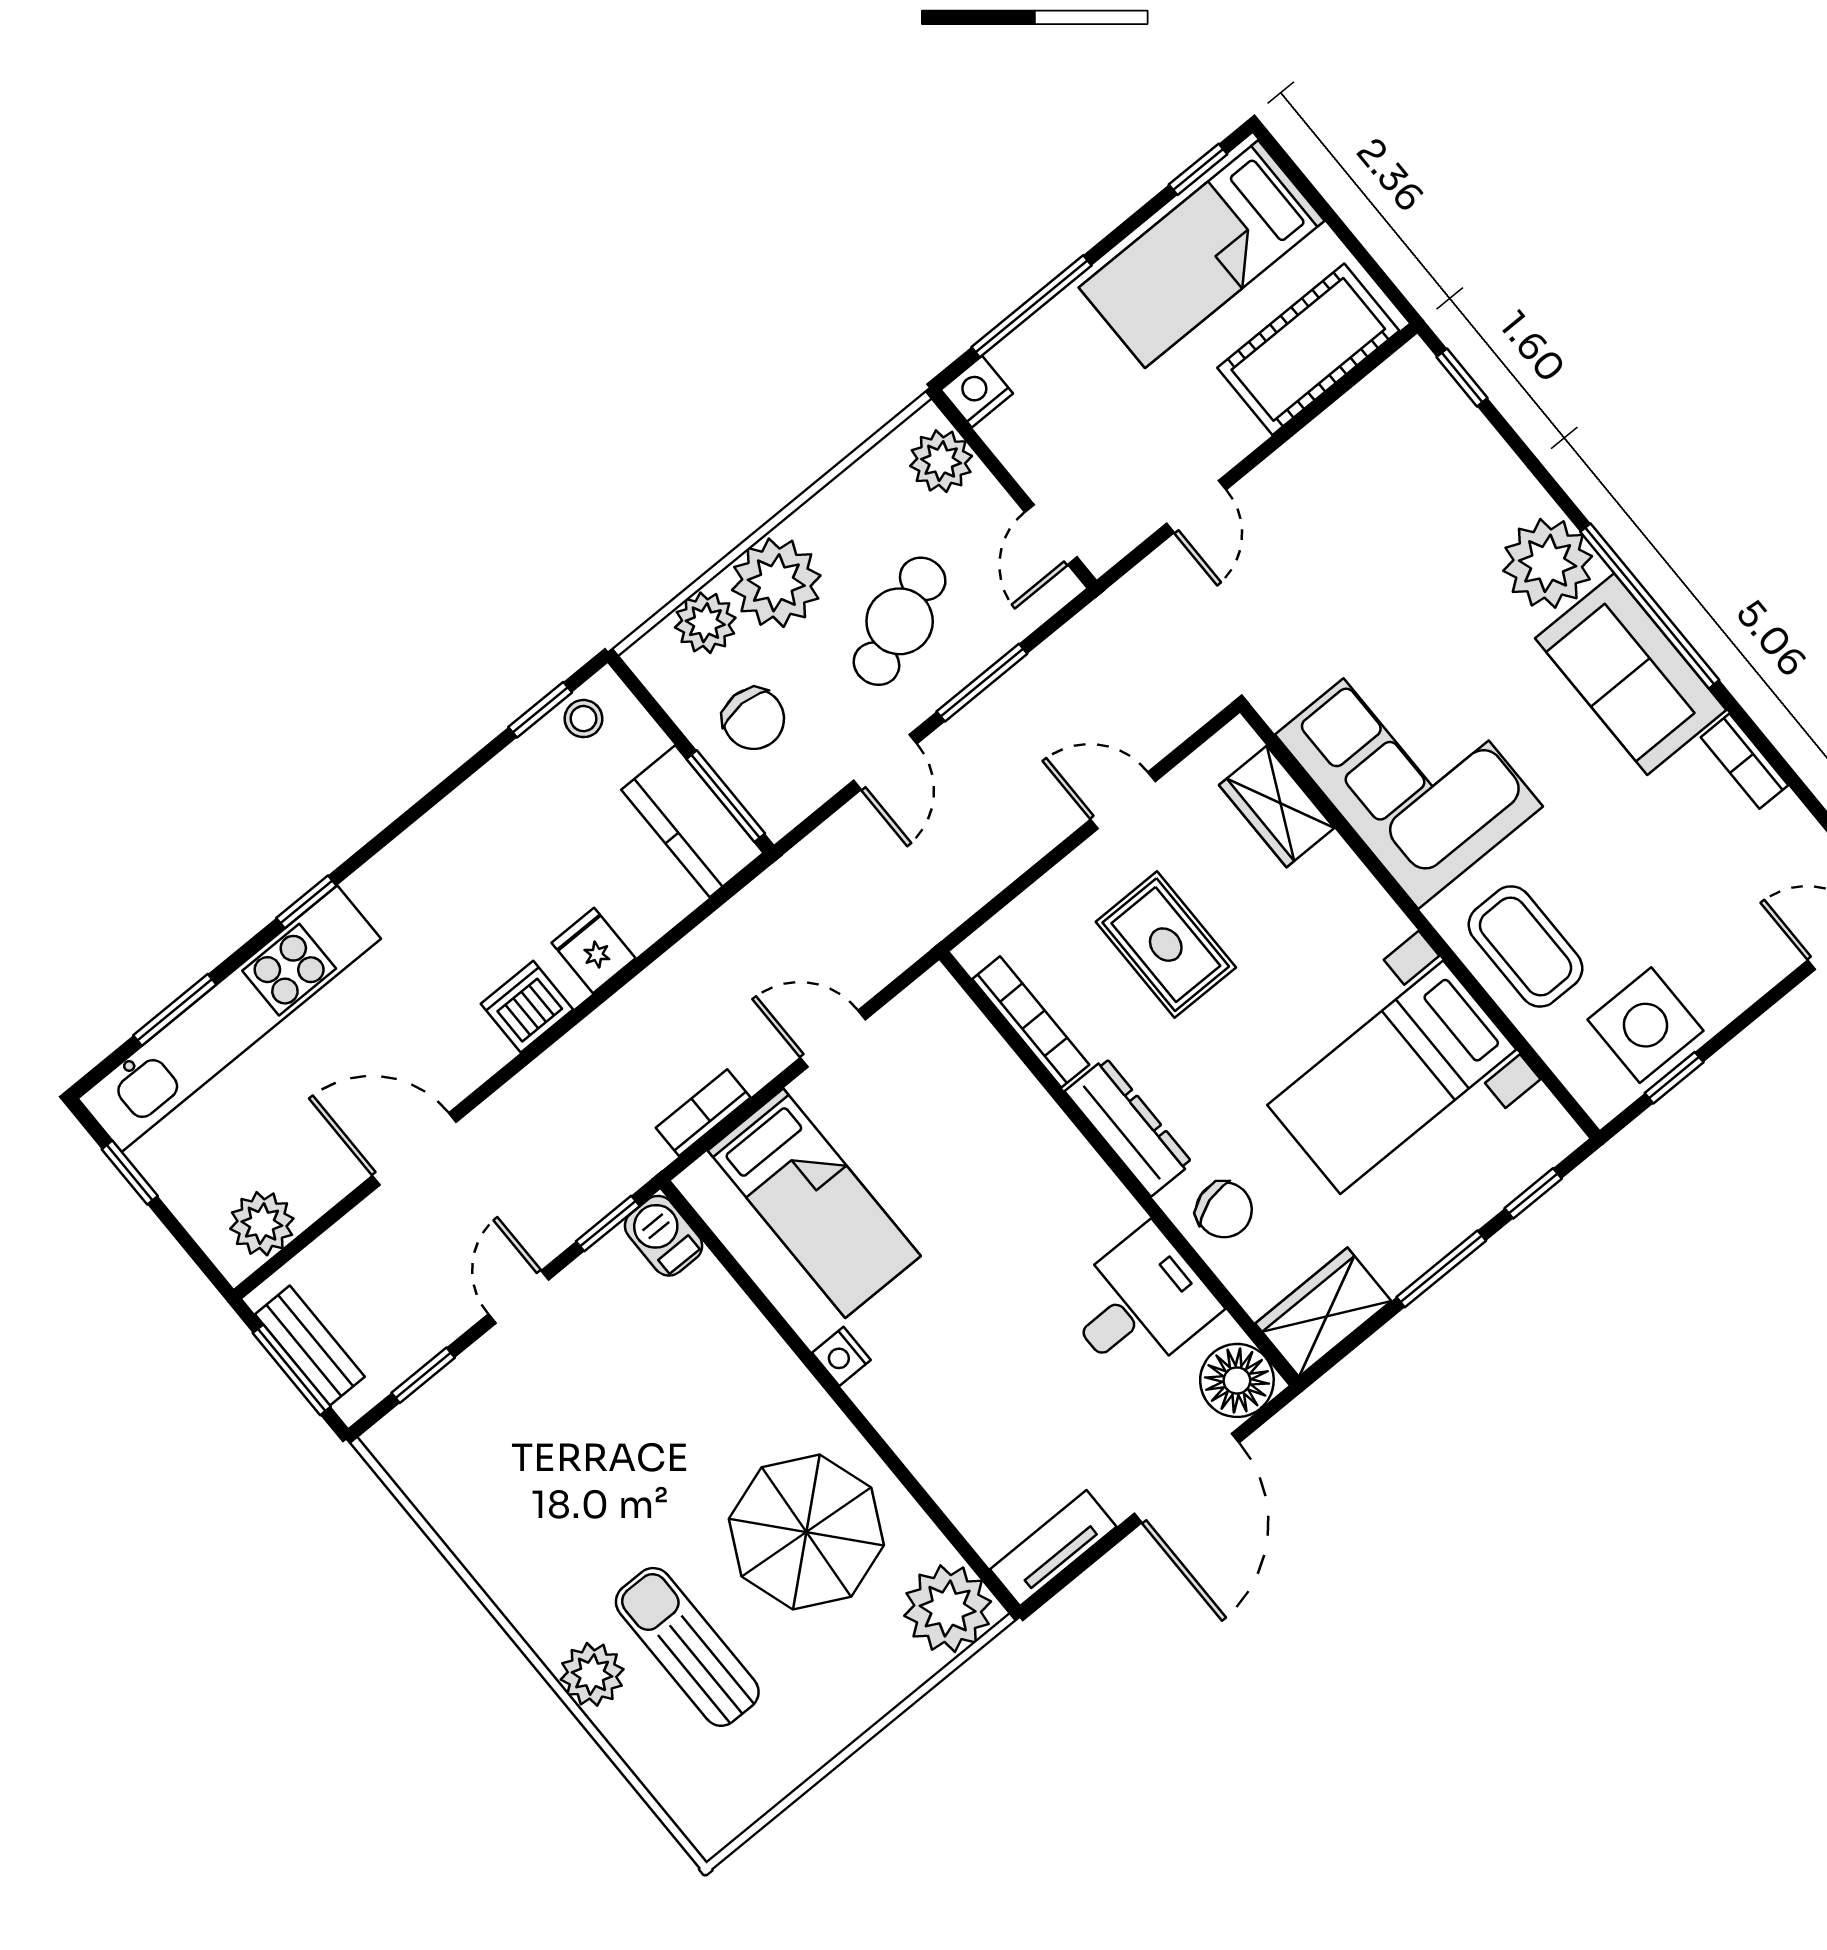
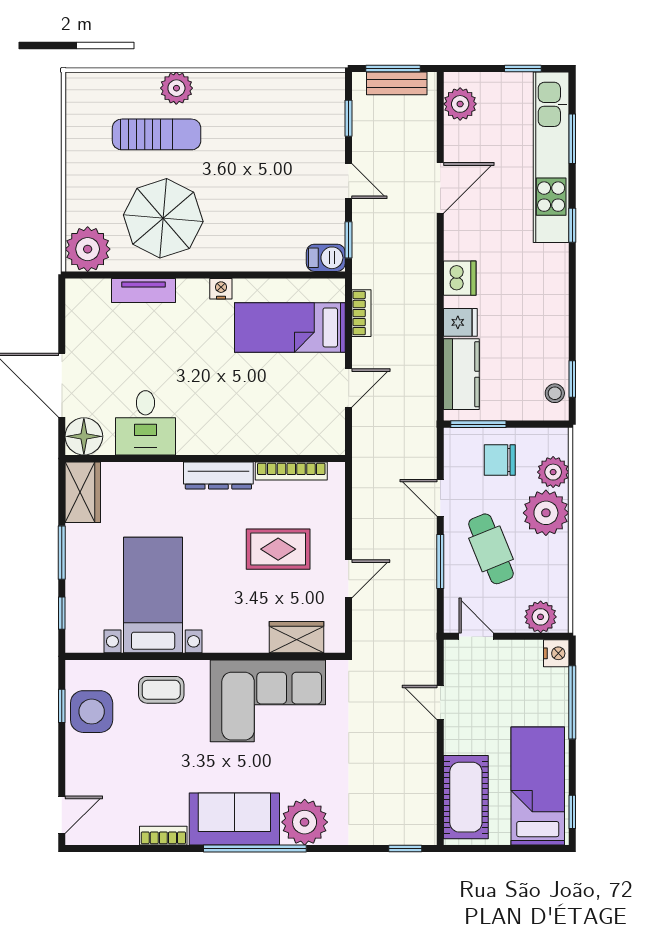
kitchen counter: (692, 821) -> (461, 374), moved, turned 90
coffee table: (1526, 946) -> (161, 690), width x0.73, depth x0.77
chair: (1224, 1210) -> (155, 486), removed
tv unit: (1053, 1548) -> (143, 291), moved, turned 90

